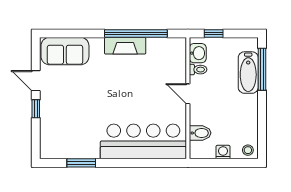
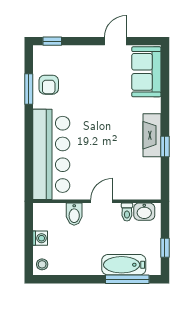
window: (136, 33) -> (165, 146), width x0.32
window: (214, 33) -> (165, 248), moved
window: (36, 109) -> (52, 41), moved
bidet: (200, 133) -> (74, 214), moved
armchair: (77, 144) -> (49, 85), added

